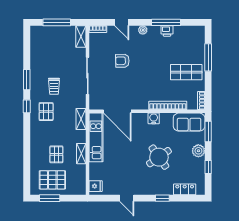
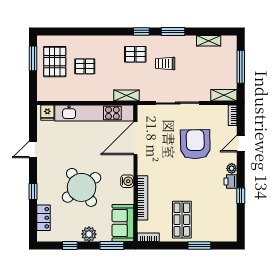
window: (166, 22) -> (241, 196), width x0.46
printer: (167, 31) -> (230, 182), moved
window: (208, 57) -> (199, 245), width x0.69
armchair: (122, 61) -> (195, 144), width x1.88, depth x1.88
kitchen unit: (96, 137) -> (94, 113), width x1.36
shelving: (81, 154) -> (209, 41), moved
round table: (159, 157) -> (82, 187), width x1.36, depth x1.36

